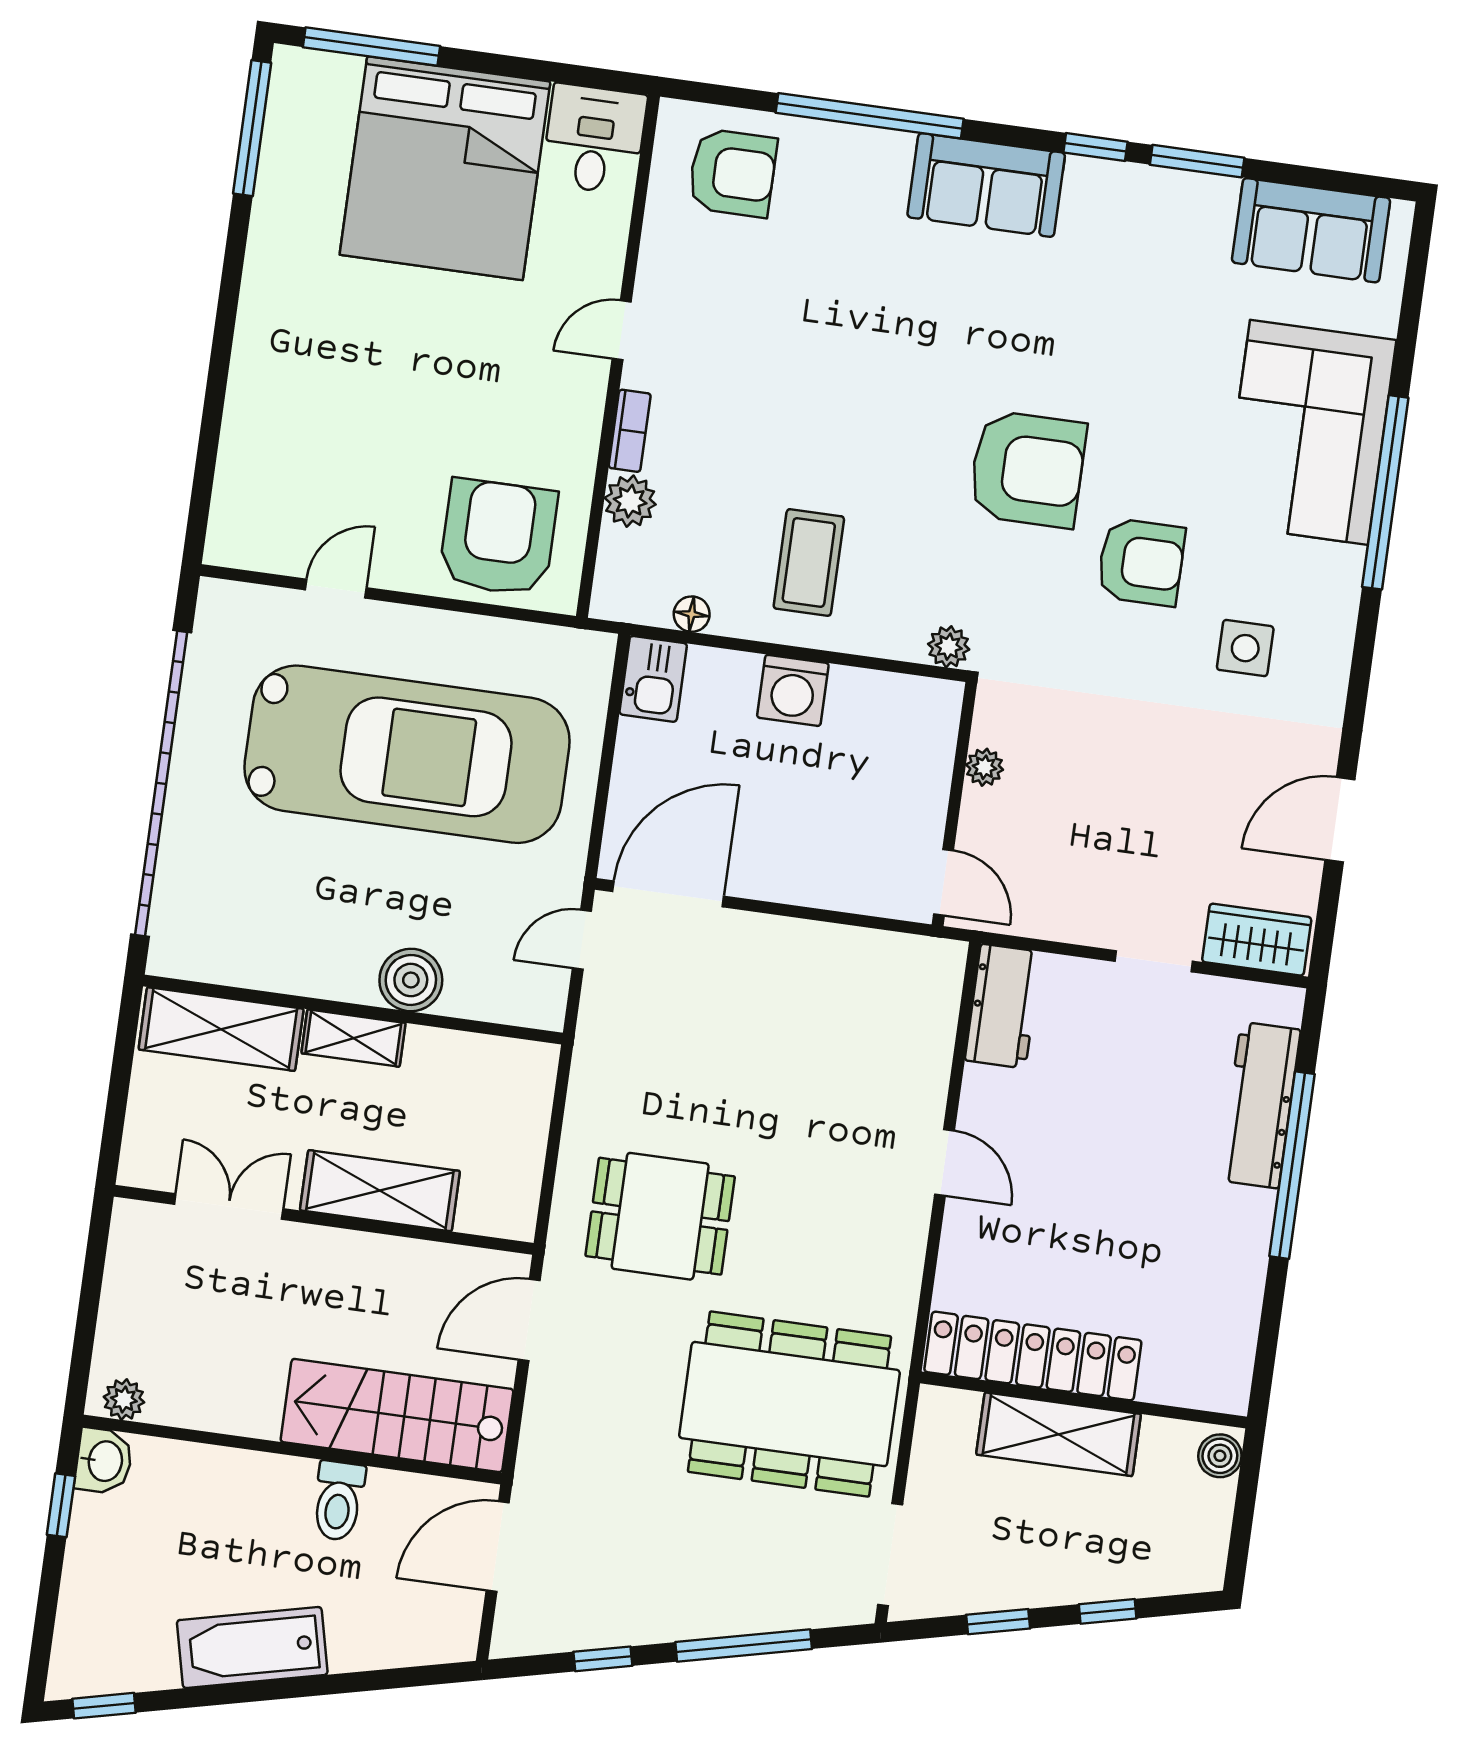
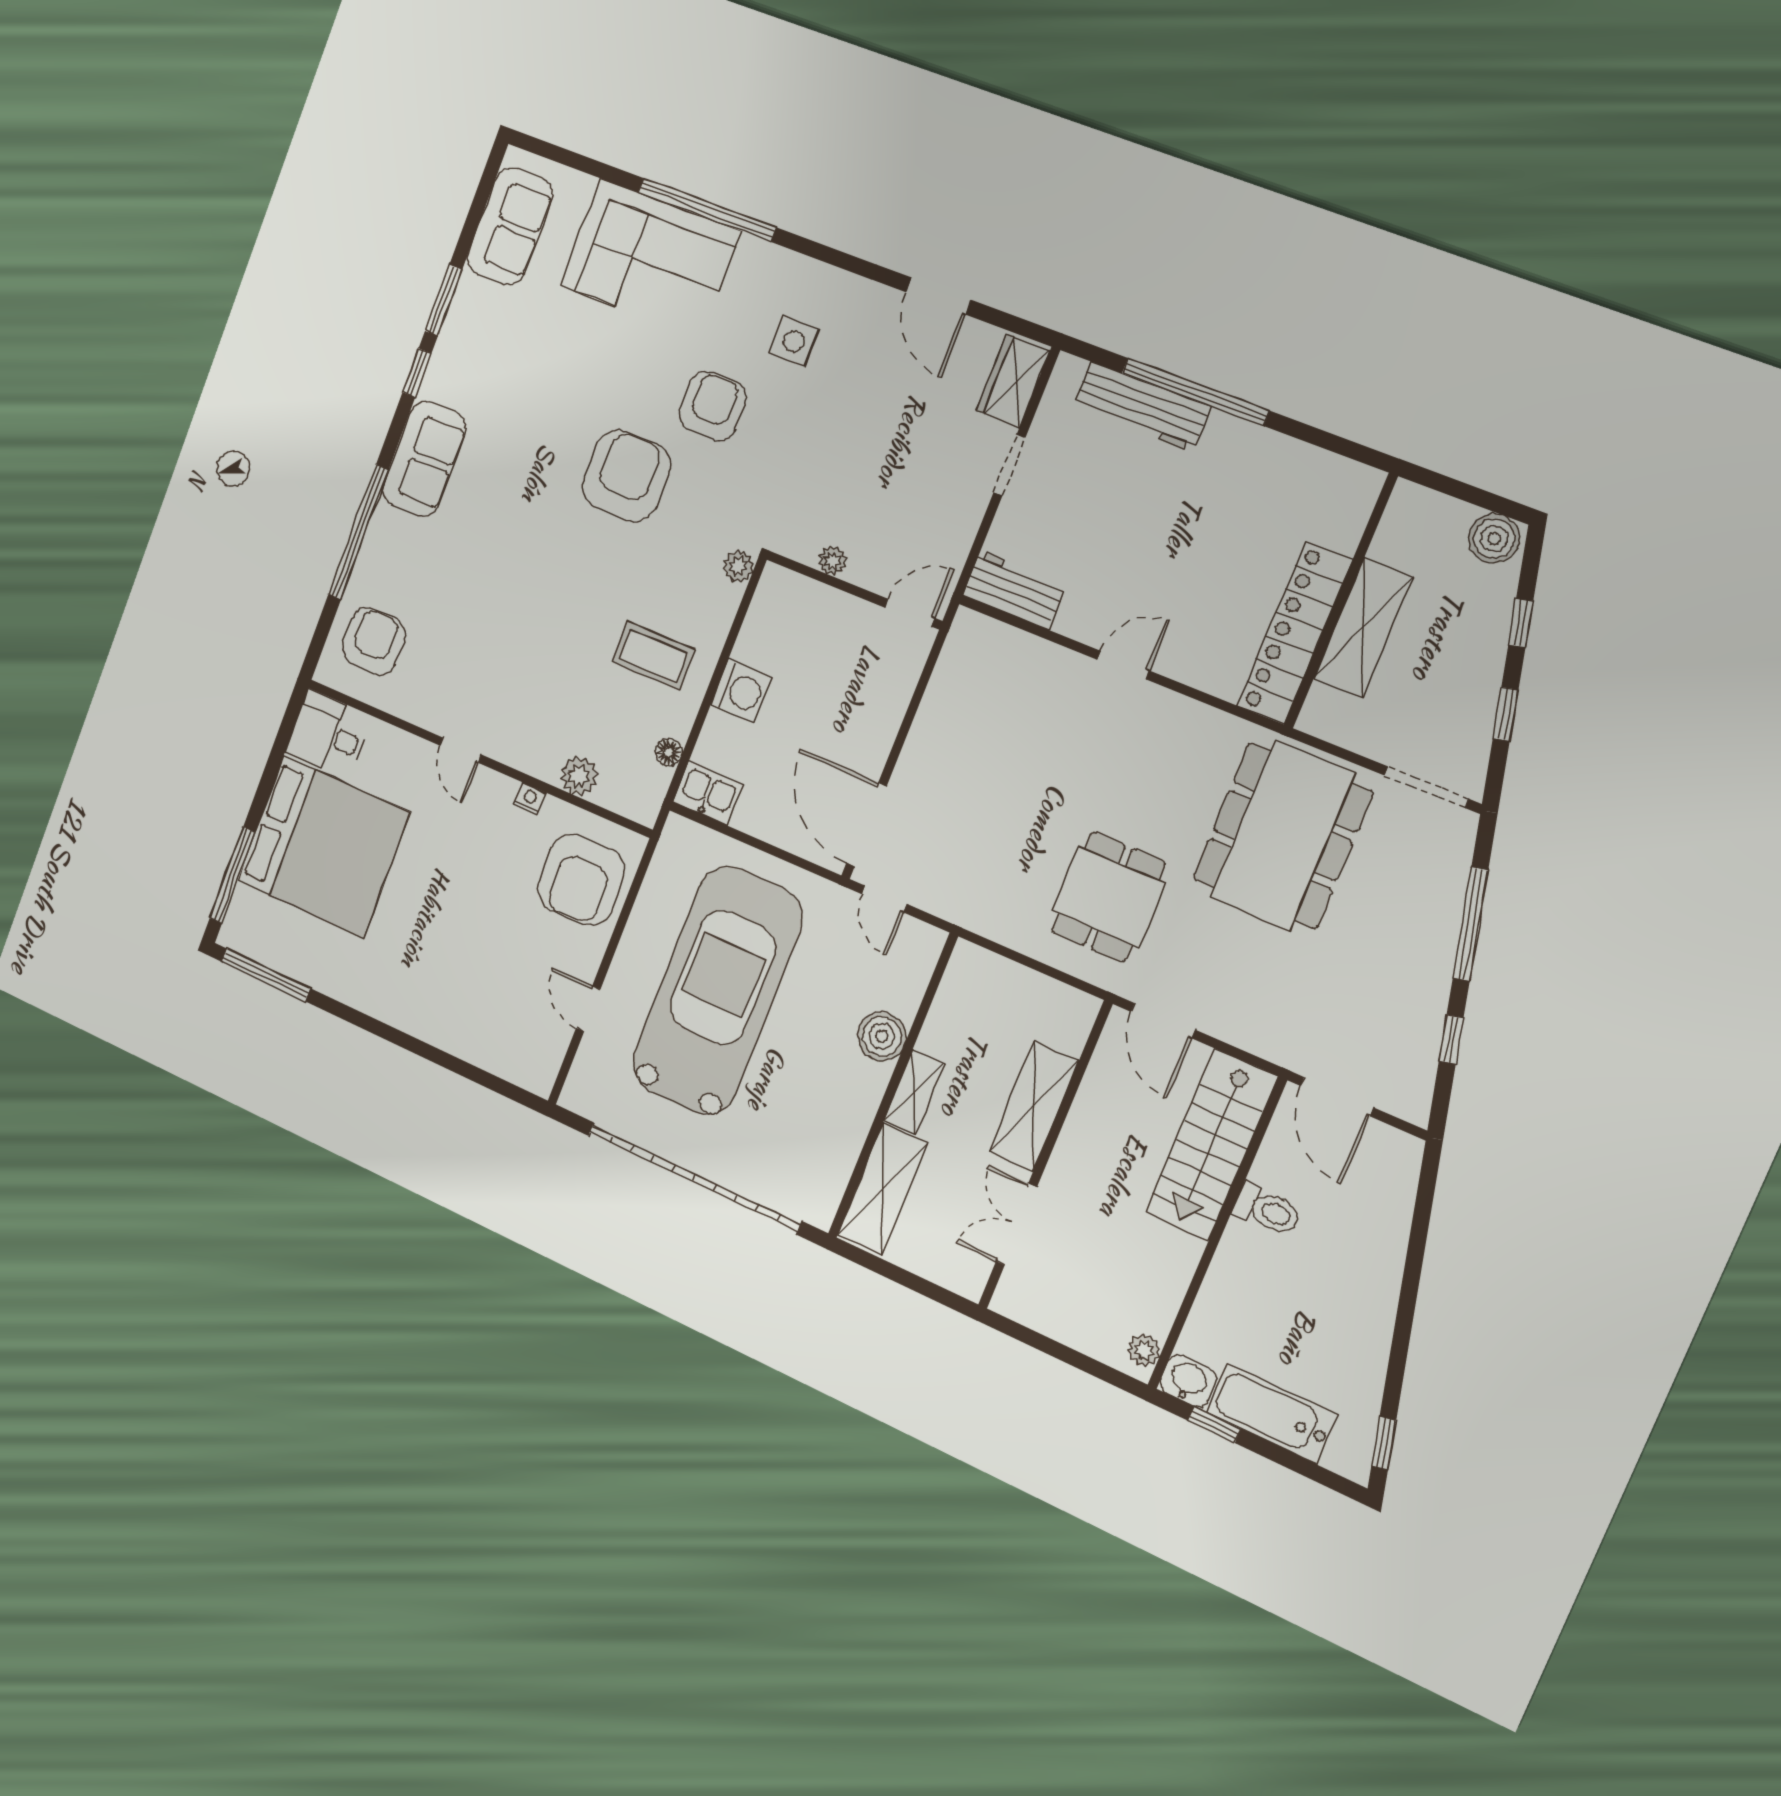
bookcase: (630, 431) -> (530, 763), removed
nightstand: (584, 441) -> (530, 799), added
armchair: (498, 537) -> (581, 880), turned -92
boiler: (1220, 1456) -> (1494, 539), moved, width x1.36, depth x1.36
bathtub: (252, 1647) -> (1272, 1413), moved, turned 103

